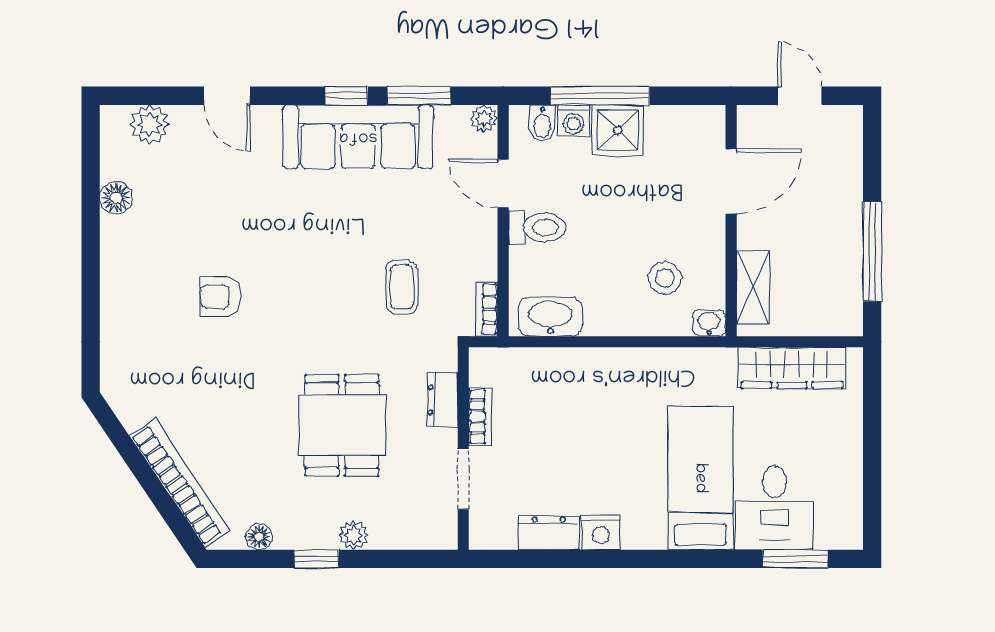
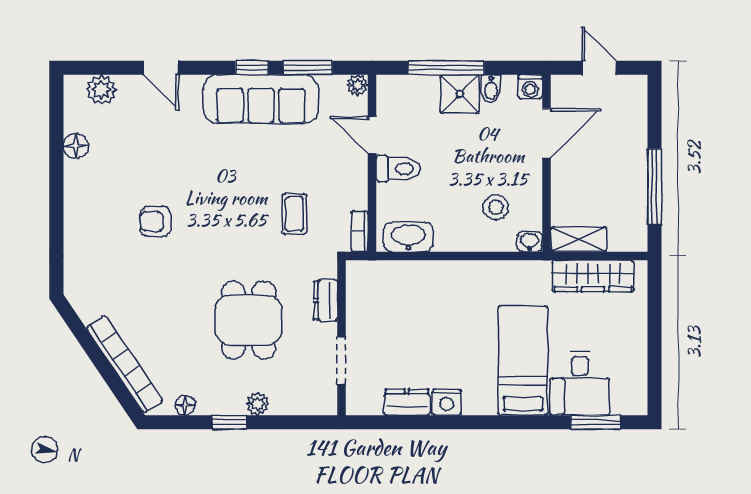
washing machine: (574, 121) -> (530, 87), moved
bidet: (542, 123) -> (491, 89), moved
shelving: (753, 288) -> (579, 239), moved, turned 90
bookcase: (480, 417) -> (354, 313), removed

